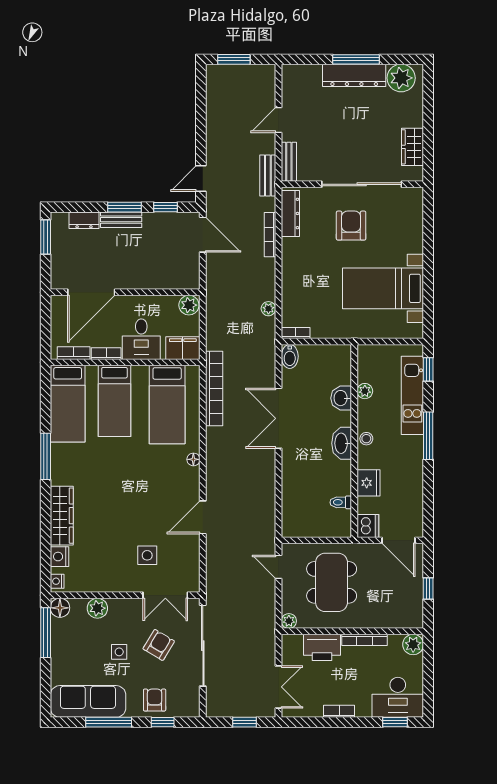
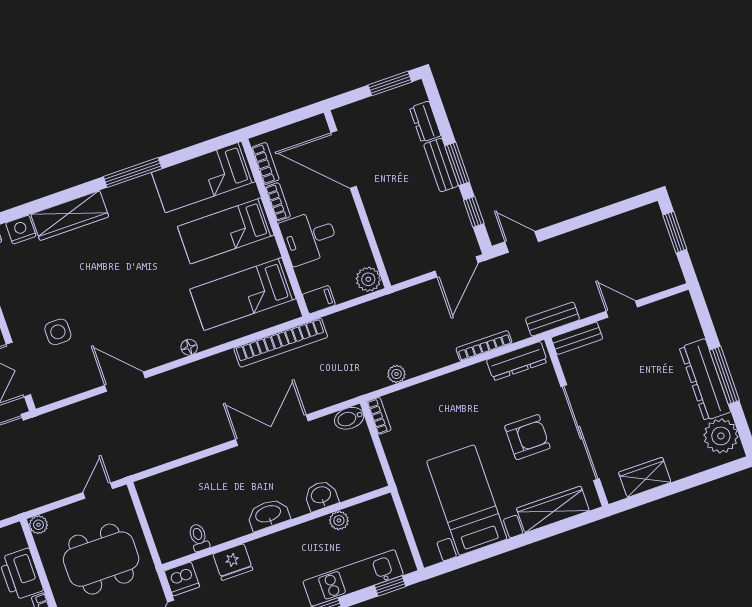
wardrobe: (413, 225) -> (553, 509), added
filing cabinet: (183, 348) -> (319, 300), width x0.50
stool: (366, 439) -> (284, 542), removed

